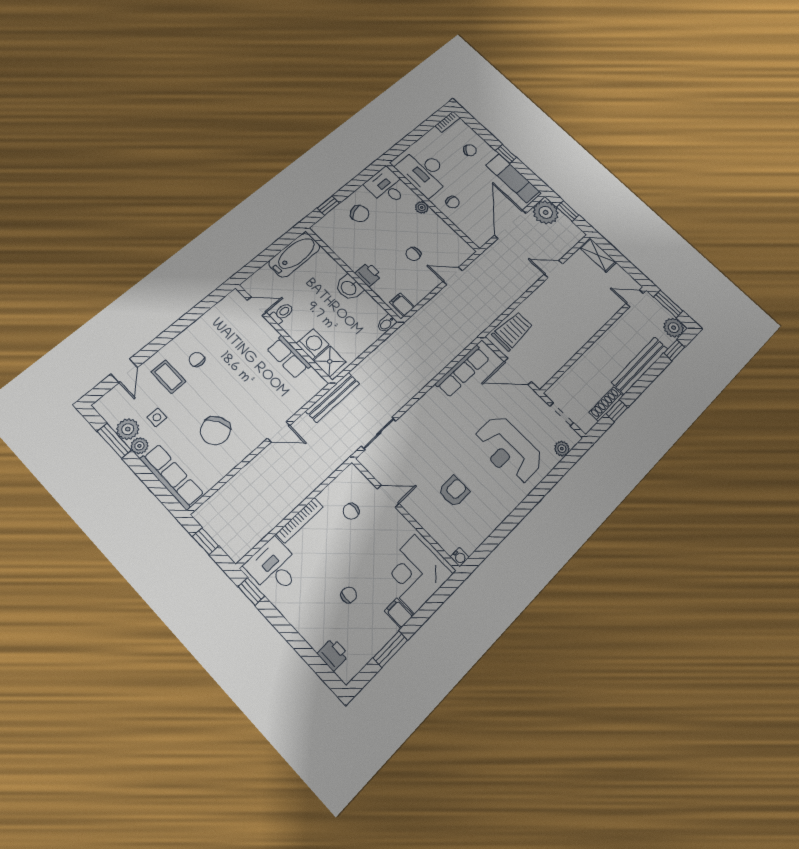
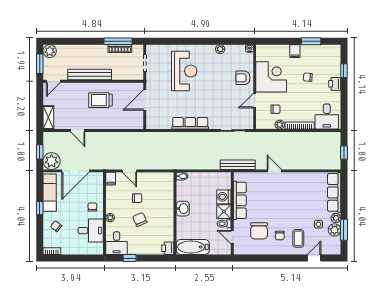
desk: (424, 172) -> (91, 231), width x0.73
window: (328, 206) -> (130, 258), moved
chair: (360, 214) -> (140, 219), moved
printer: (368, 275) -> (168, 248), moved
door: (635, 298) -> (53, 81), hinge flipped
filing cabinet: (402, 305) -> (111, 179), moved
trolley: (513, 331) -> (101, 100), moved
window: (674, 350) -> (61, 41), removed
row of seats: (289, 357) -> (240, 200), width x1.48
shower: (330, 361) -> (224, 212), moved
bench: (640, 366) -> (90, 75), moved
row of seats: (463, 371) -> (190, 123), moved
door: (518, 372) -> (145, 100), swing flipped
window: (617, 411) -> (118, 41), width x2.17
chair: (215, 431) -> (259, 231), moved, turned 117
plant: (562, 449) -> (220, 49), moved
armchair: (454, 491) -> (243, 78), moved
door: (388, 496) -> (255, 101), hinge flipped
plant: (327, 497) -> (280, 125), added
corner desk: (415, 574) -> (271, 77), moved, turned -90
window: (251, 591) -> (344, 71), moved
printer: (333, 654) -> (335, 84), moved

